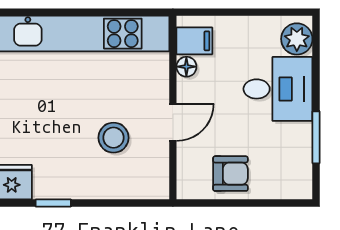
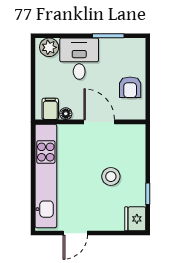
door: (173, 122) -> (99, 122), width x1.38
stool: (113, 138) -> (111, 177), moved
armchair: (230, 174) -> (130, 87), turned 180

